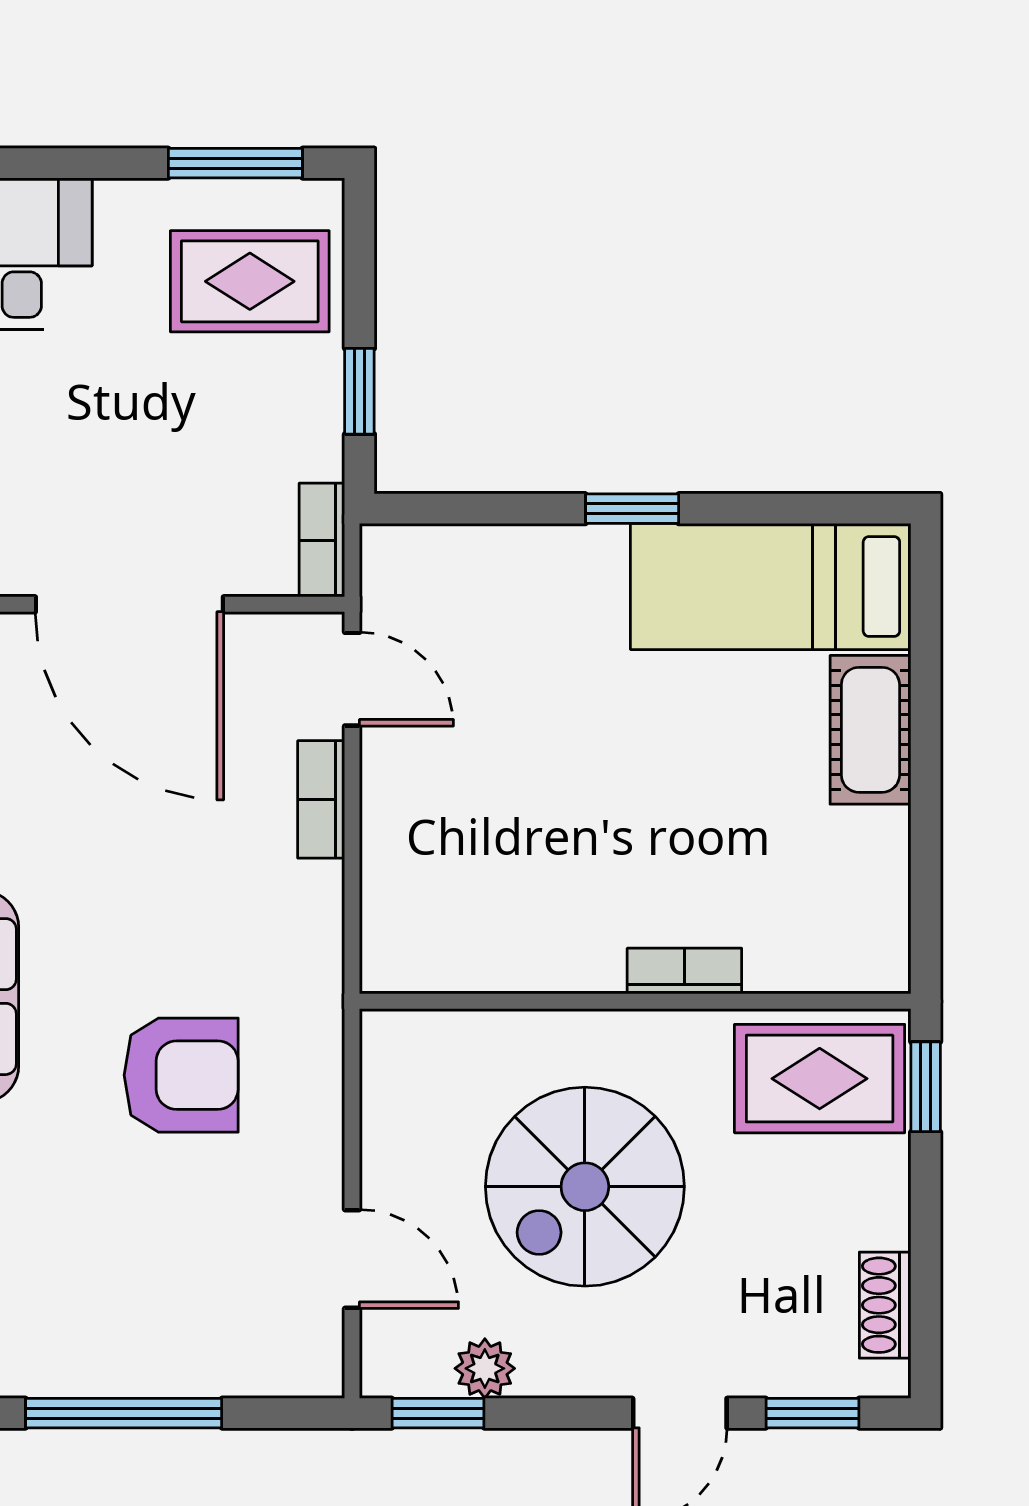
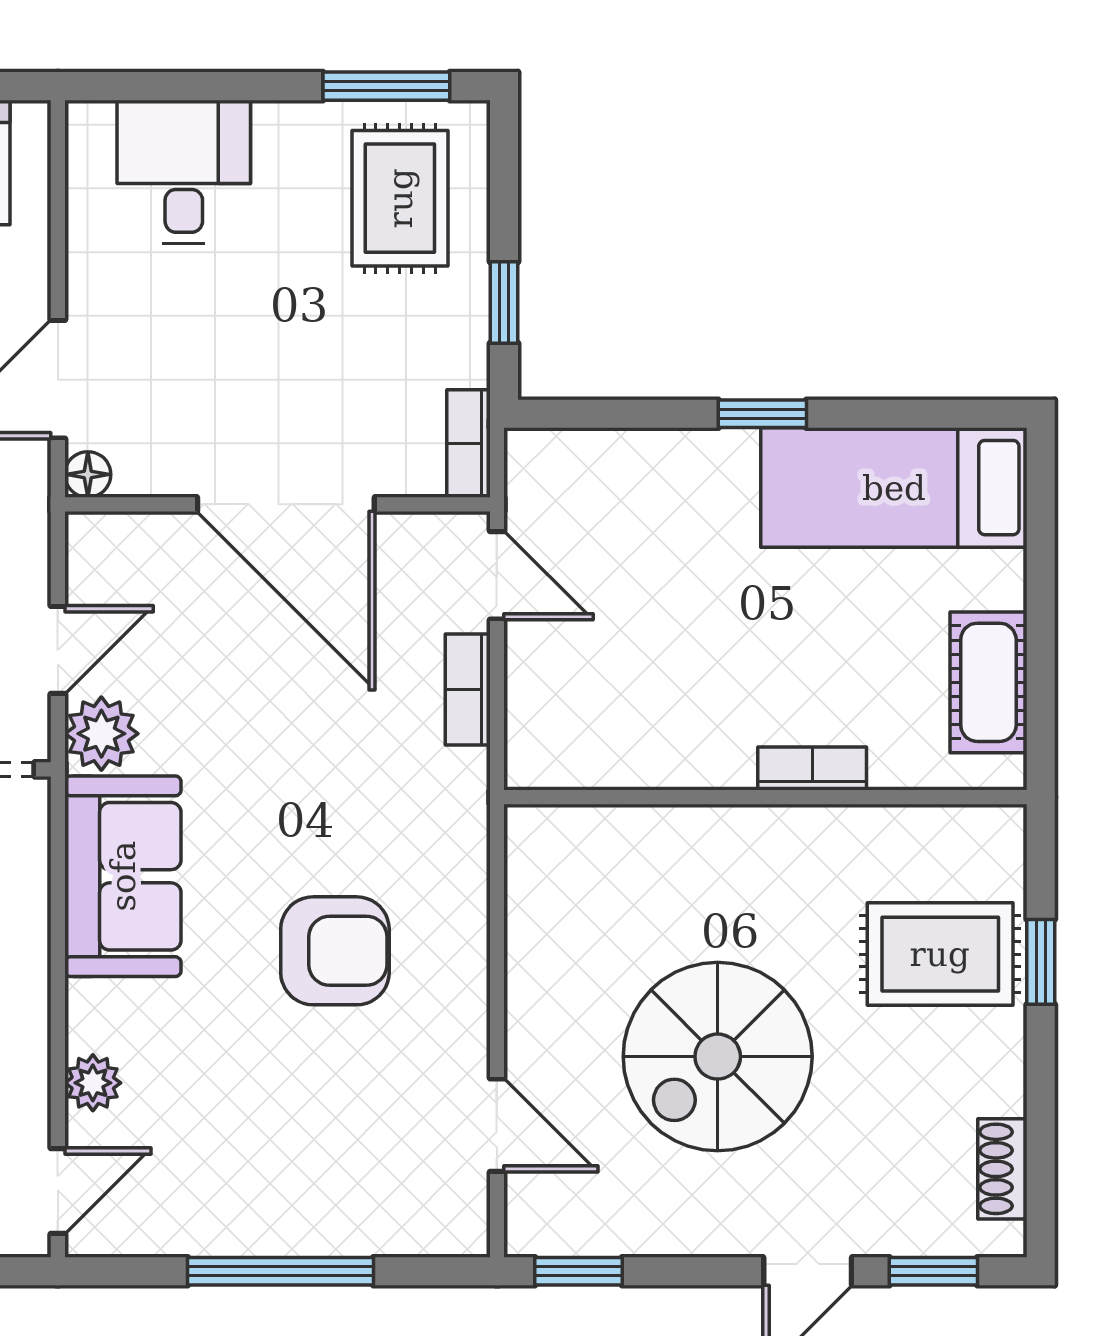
rug: (250, 281) -> (400, 198), turned 90
cot: (870, 730) -> (988, 682), moved
bookcase: (684, 971) -> (812, 769), moved
wall: (635, 1001) -> (765, 797), moved
plant: (485, 1368) -> (623, 1229), removed

